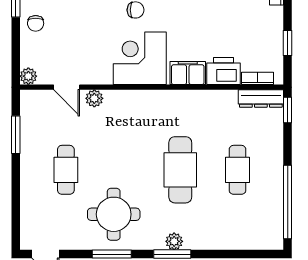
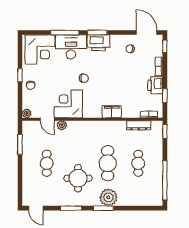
corner desk: (140, 58) -> (68, 104), moved
printer: (224, 71) -> (155, 85), moved, turned -90
dresser: (261, 98) -> (139, 125), moved
round table: (114, 214) -> (78, 178), moved
plant: (174, 241) -> (108, 197), width x1.87, depth x1.87

